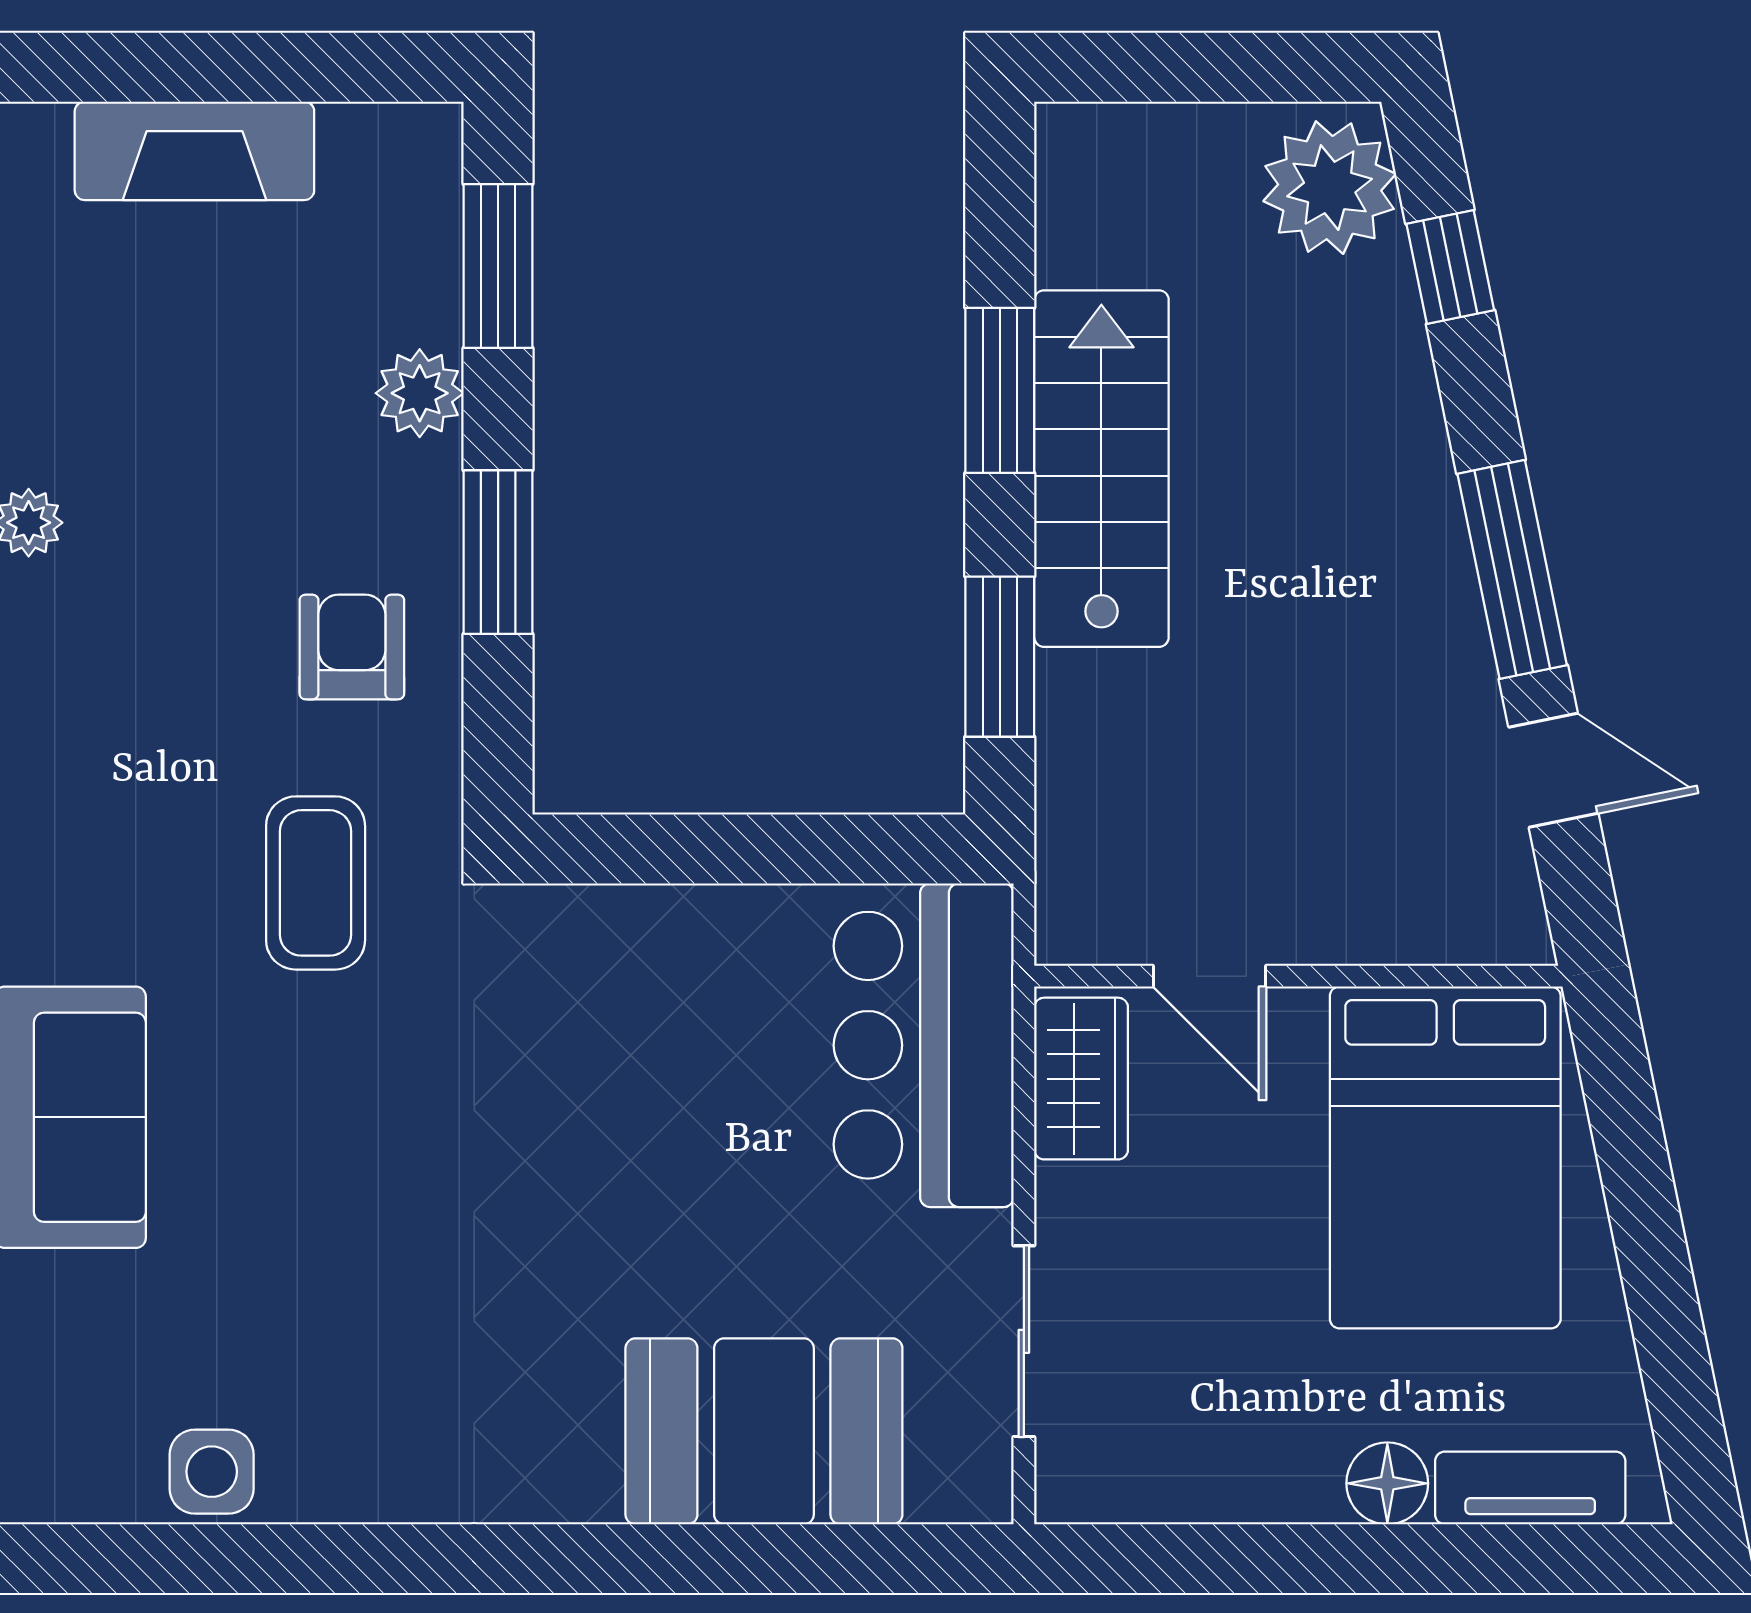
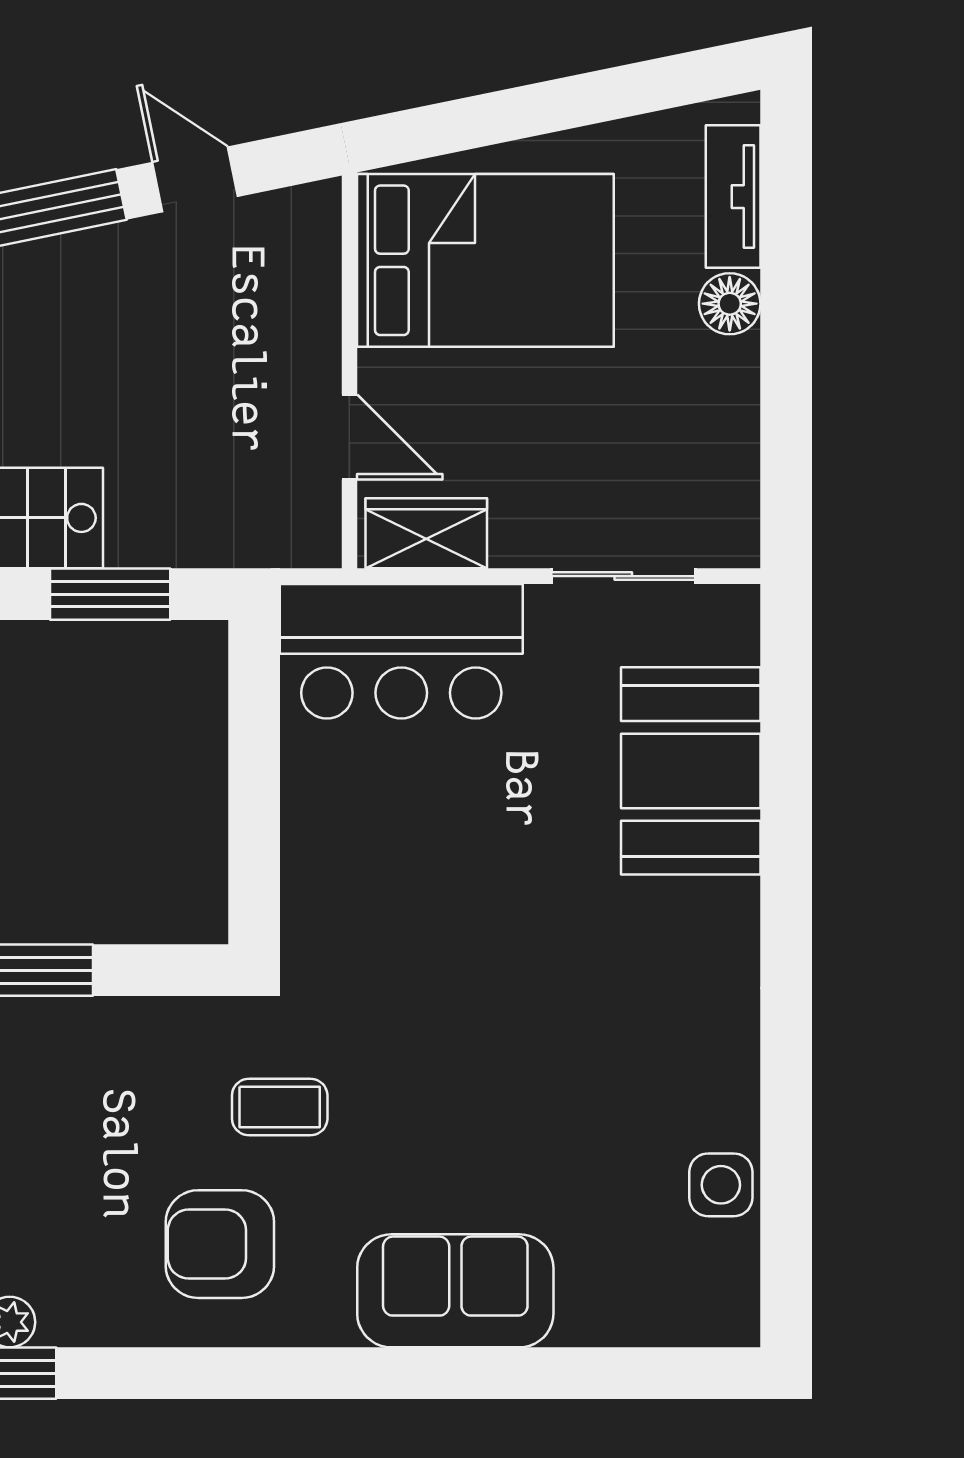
armchair: (352, 647) -> (220, 1244), moved, width x1.38, depth x1.38
door: (1553, 770) -> (195, 179), hinge flipped
coffee table: (316, 883) -> (280, 1107), width x0.73, depth x0.77
door: (1209, 976) -> (350, 437), hinge flipped

